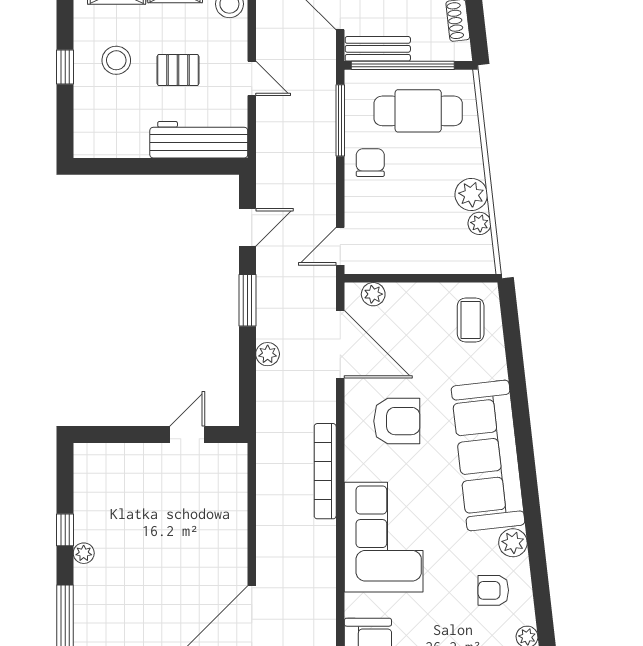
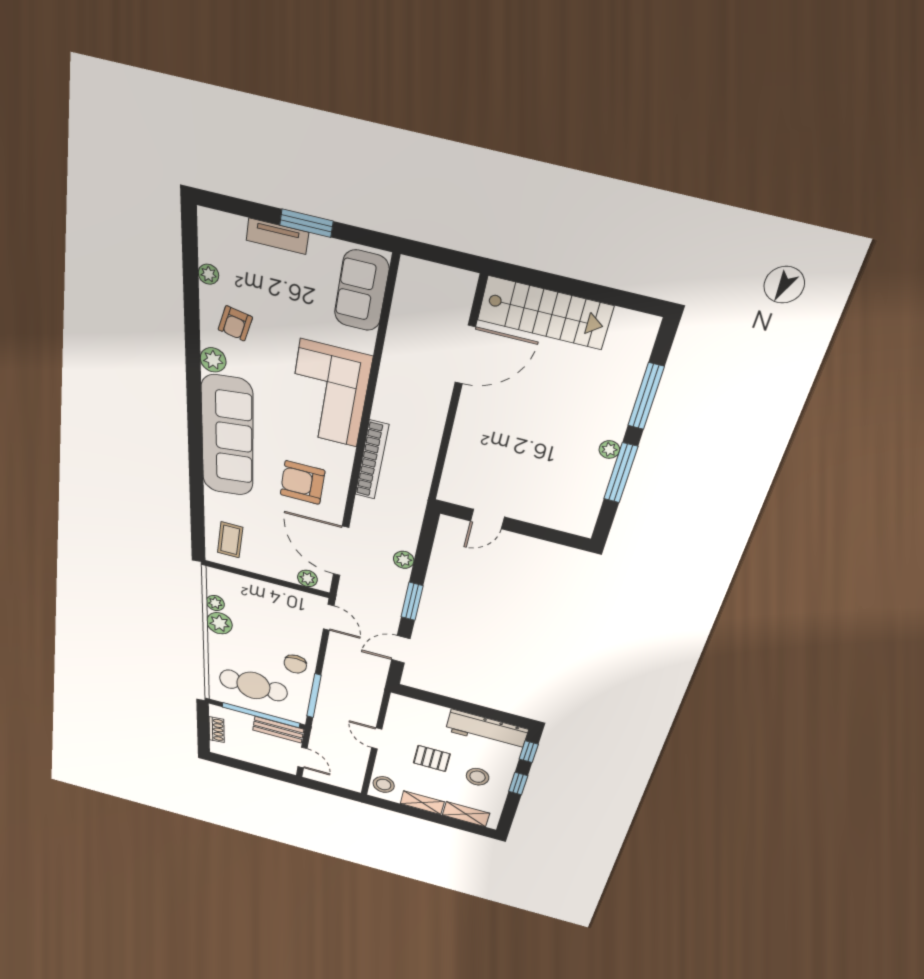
window: (65, 123) -> (529, 752), added
workbench: (199, 140) -> (487, 730), moved
door: (340, 246) -> (329, 617), hinge flipped
window: (65, 530) -> (621, 473), width x2.17
armchair: (493, 590) -> (235, 323), turned 101

